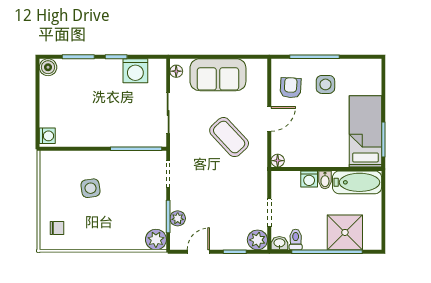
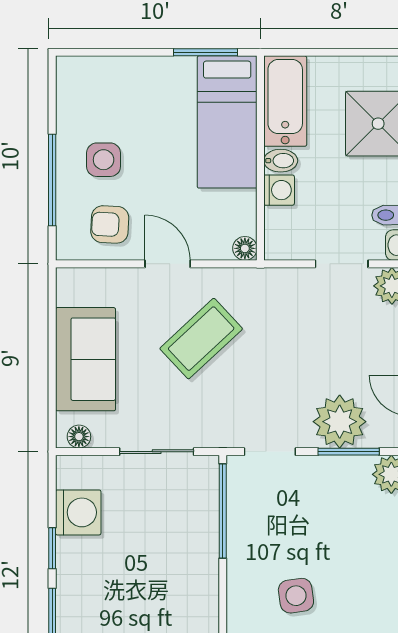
bed: (365, 131) -> (227, 122), moved, turned -90
plant: (178, 218) -> (340, 422), width x1.88, depth x1.88

